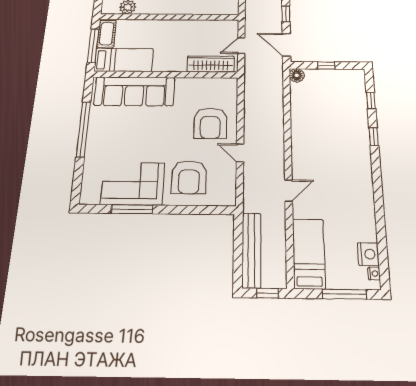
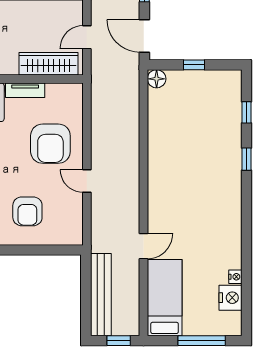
tv unit: (191, 83) -> (25, 90), added
armchair: (189, 177) -> (27, 211), width x0.73, depth x0.73
door: (289, 191) -> (144, 246), moved
nightstand: (374, 274) -> (235, 277), moved

